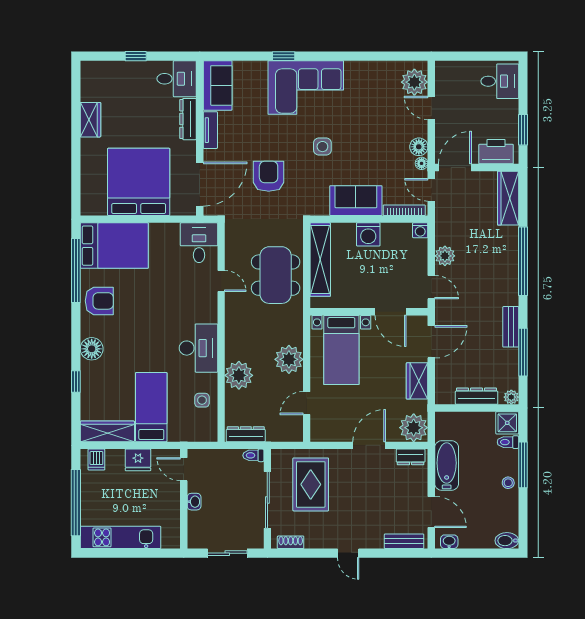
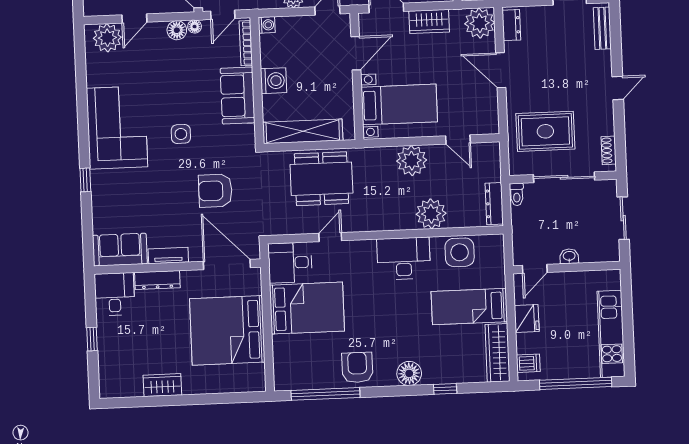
corner sofa: (306, 88) -> (117, 127), moved
bed: (114, 246) -> (307, 308), moved, turned 90
side table: (202, 400) -> (460, 252), width x1.87, depth x1.87

